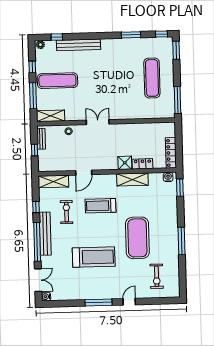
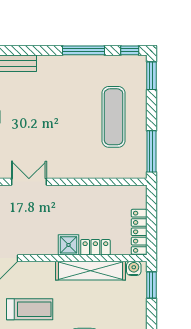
window: (131, 35) -> (83, 50), width x1.44
shelving: (132, 180) -> (91, 271), width x1.47
treadmill: (101, 206) -> (30, 309), turned 180

